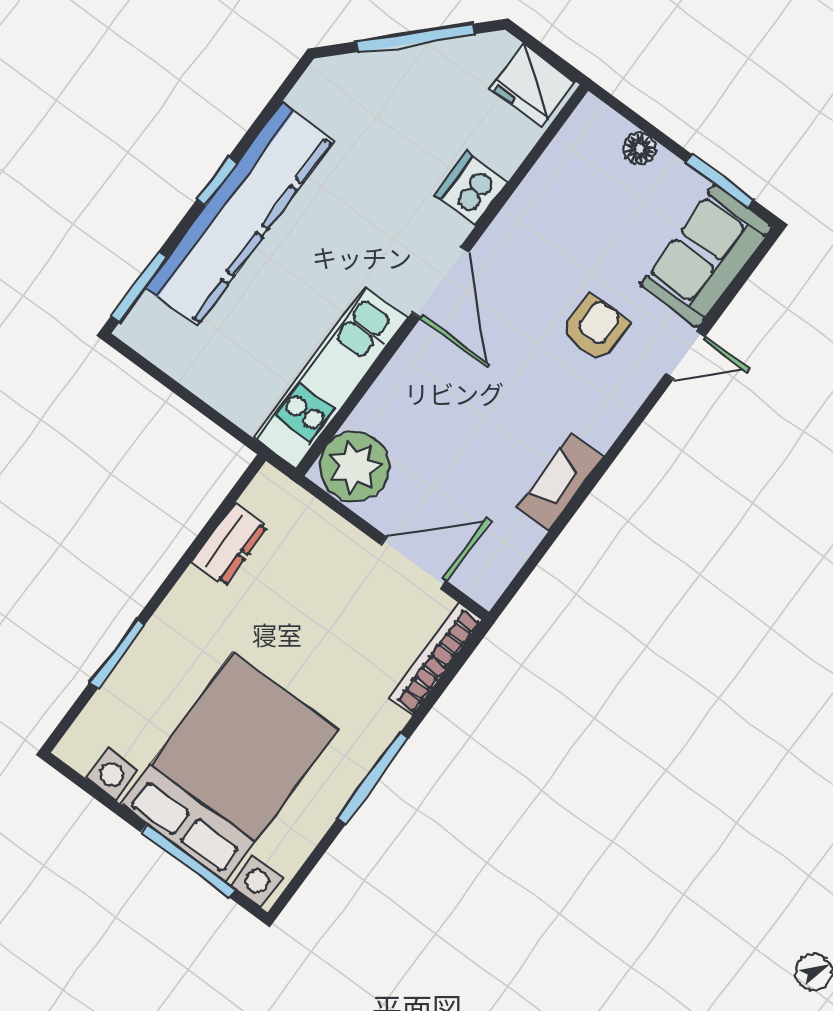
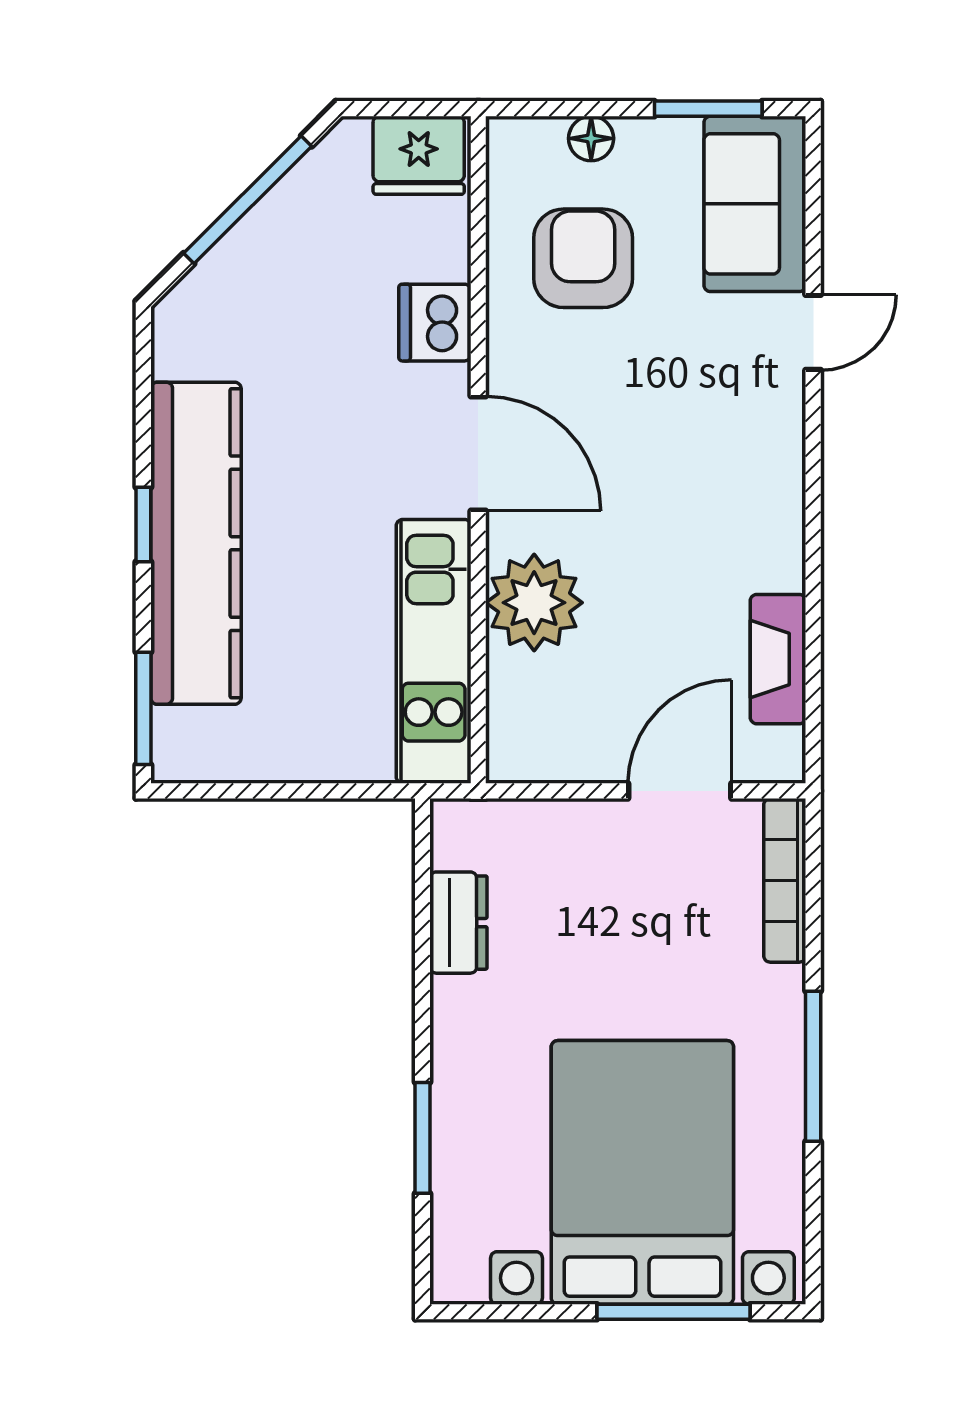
armchair: (595, 328) -> (583, 258), moved, width x1.38, depth x1.38
plant: (354, 467) -> (534, 603), moved
fireplace: (560, 482) -> (778, 659), moved

